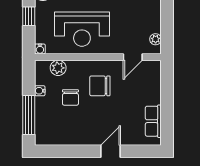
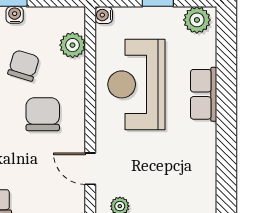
water cooler: (40, 91) -> (15, 15), moved
chair: (70, 97) -> (24, 65), turned 107

